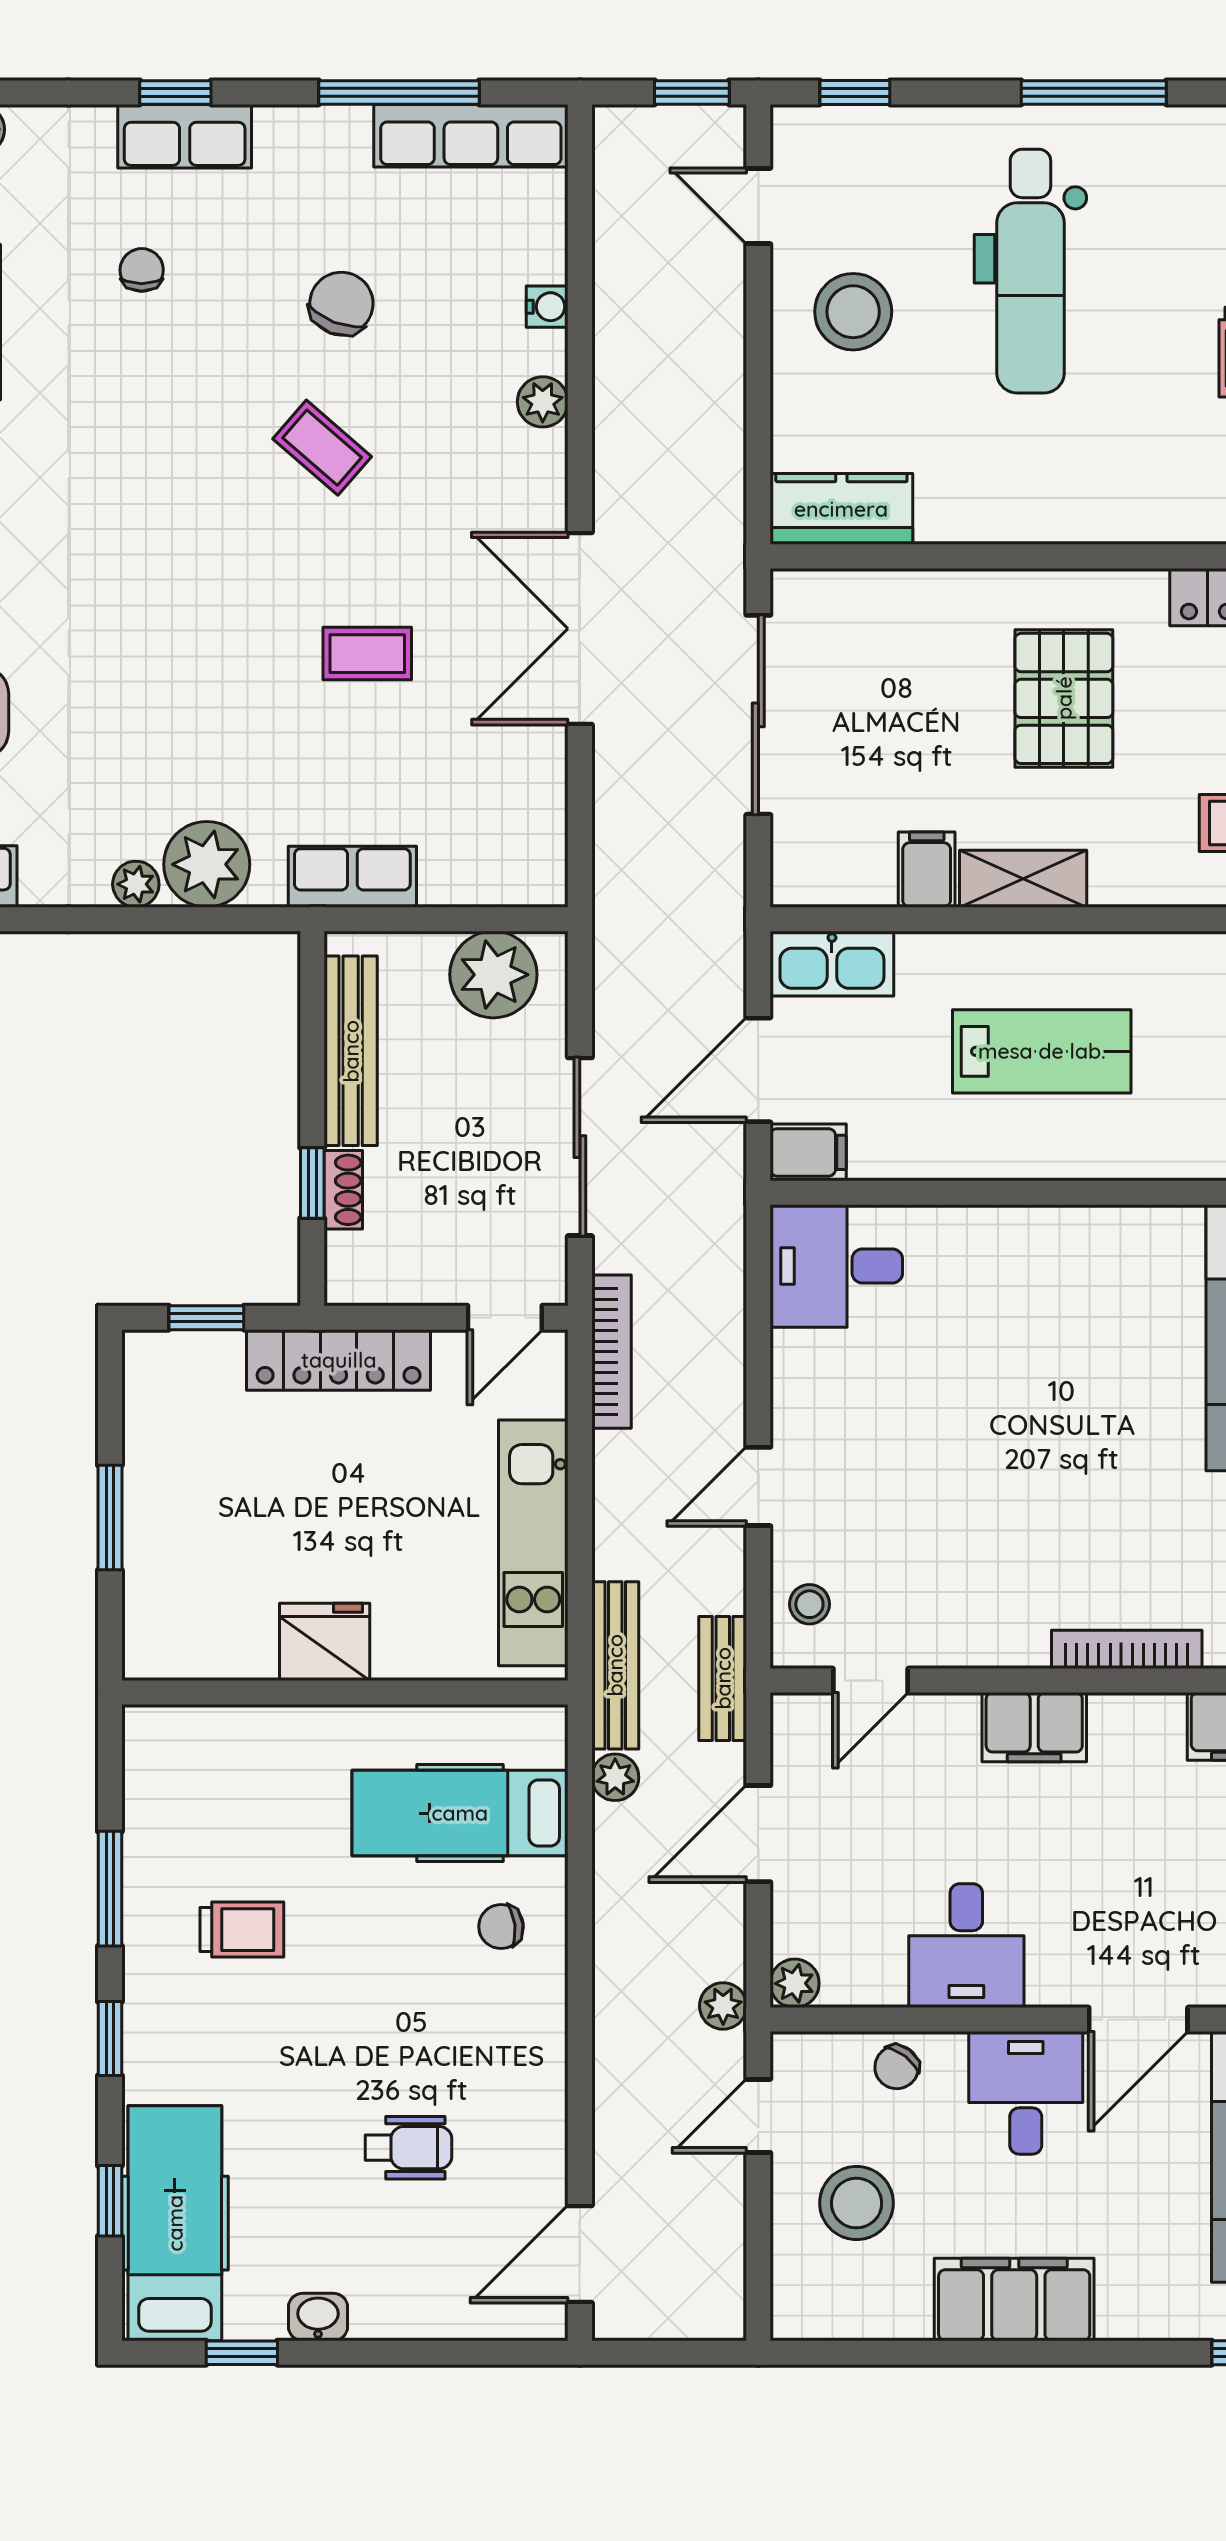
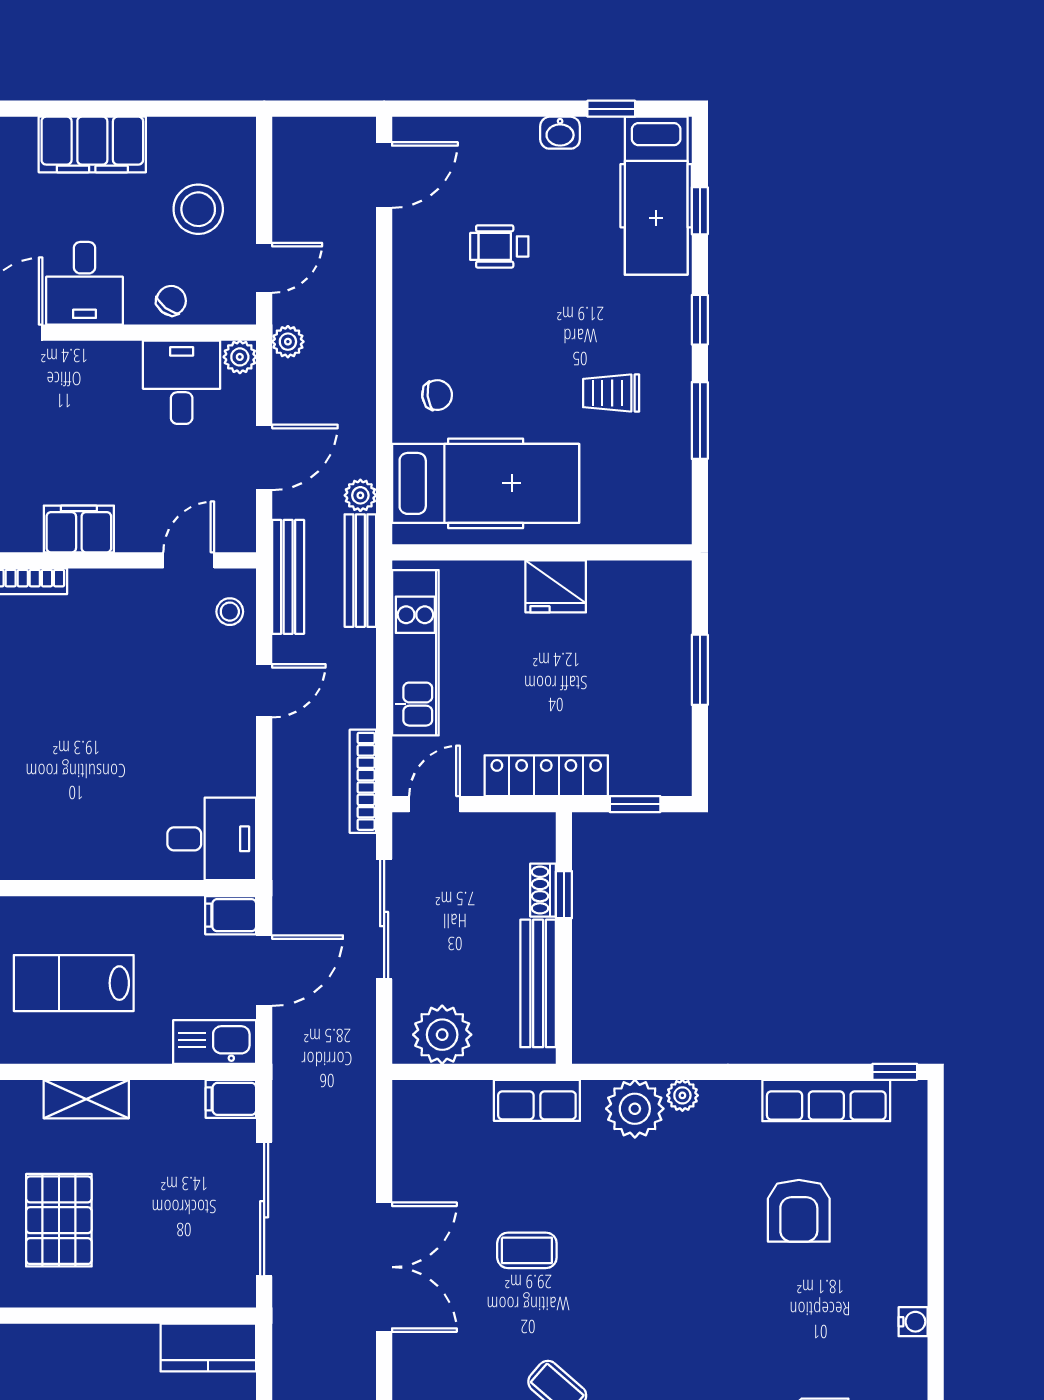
filing cabinet: (927, 870) -> (231, 1099), moved, turned 90
bench: (723, 1678) -> (288, 577), width x1.36
hospital bed: (460, 1813) -> (486, 483), width x1.37, depth x1.29
desk: (966, 1946) -> (182, 382), moved

